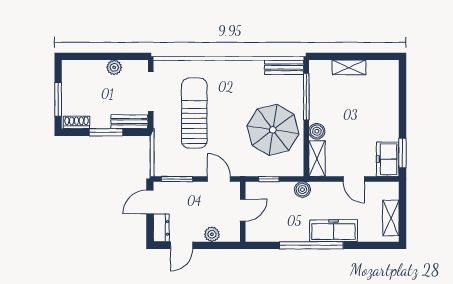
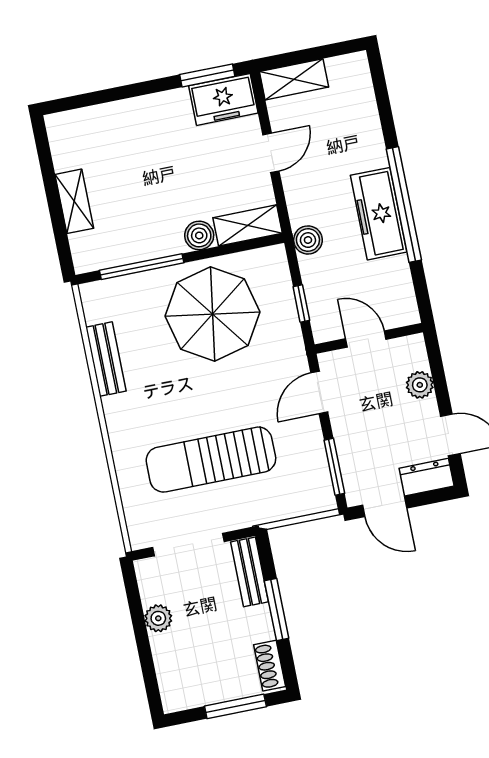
bench: (284, 67) -> (106, 359), moved
shelving: (391, 218) -> (294, 79), moved
freezer: (333, 231) -> (379, 214), moved

